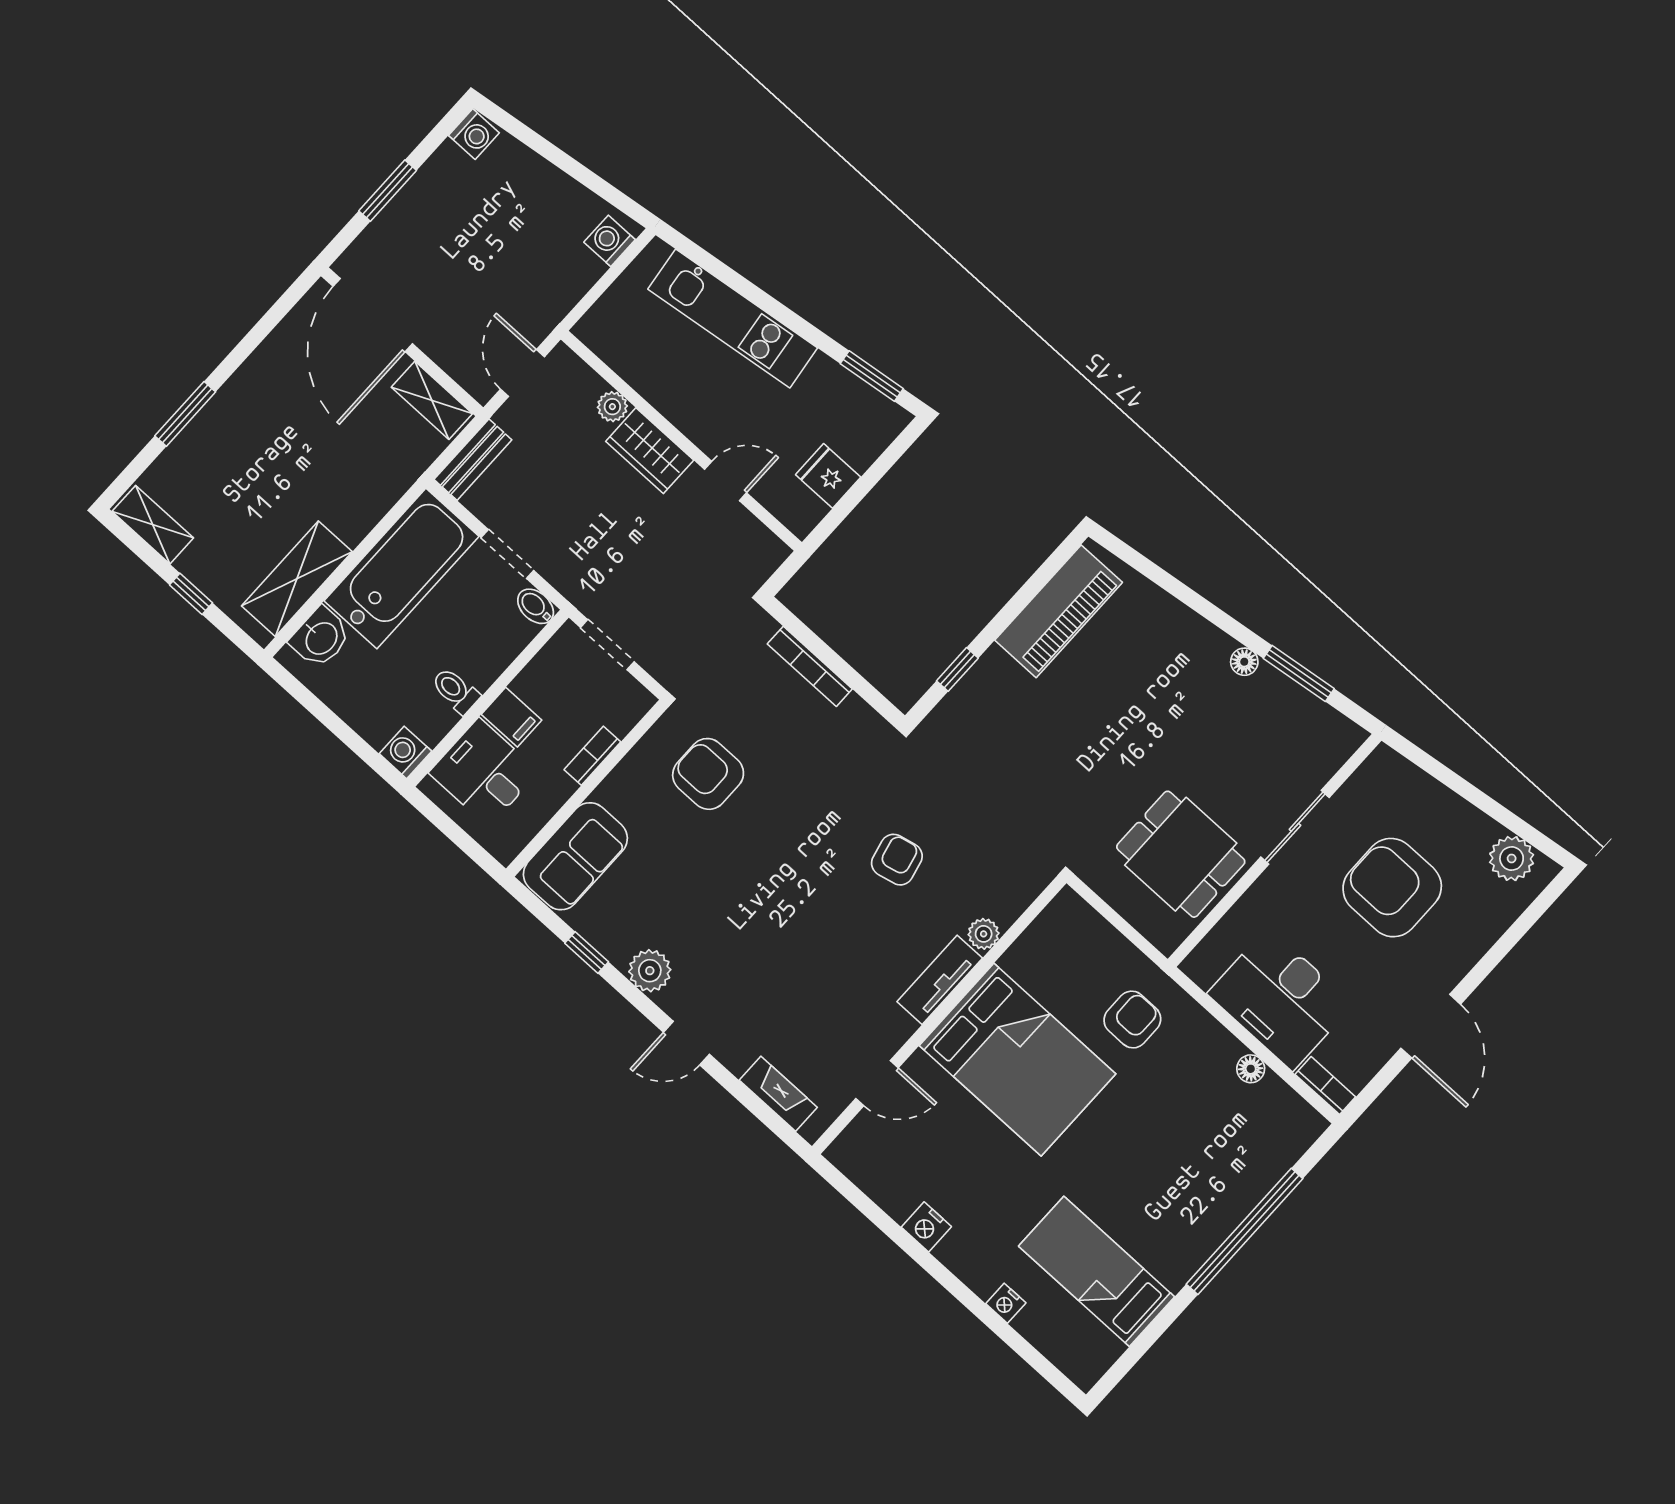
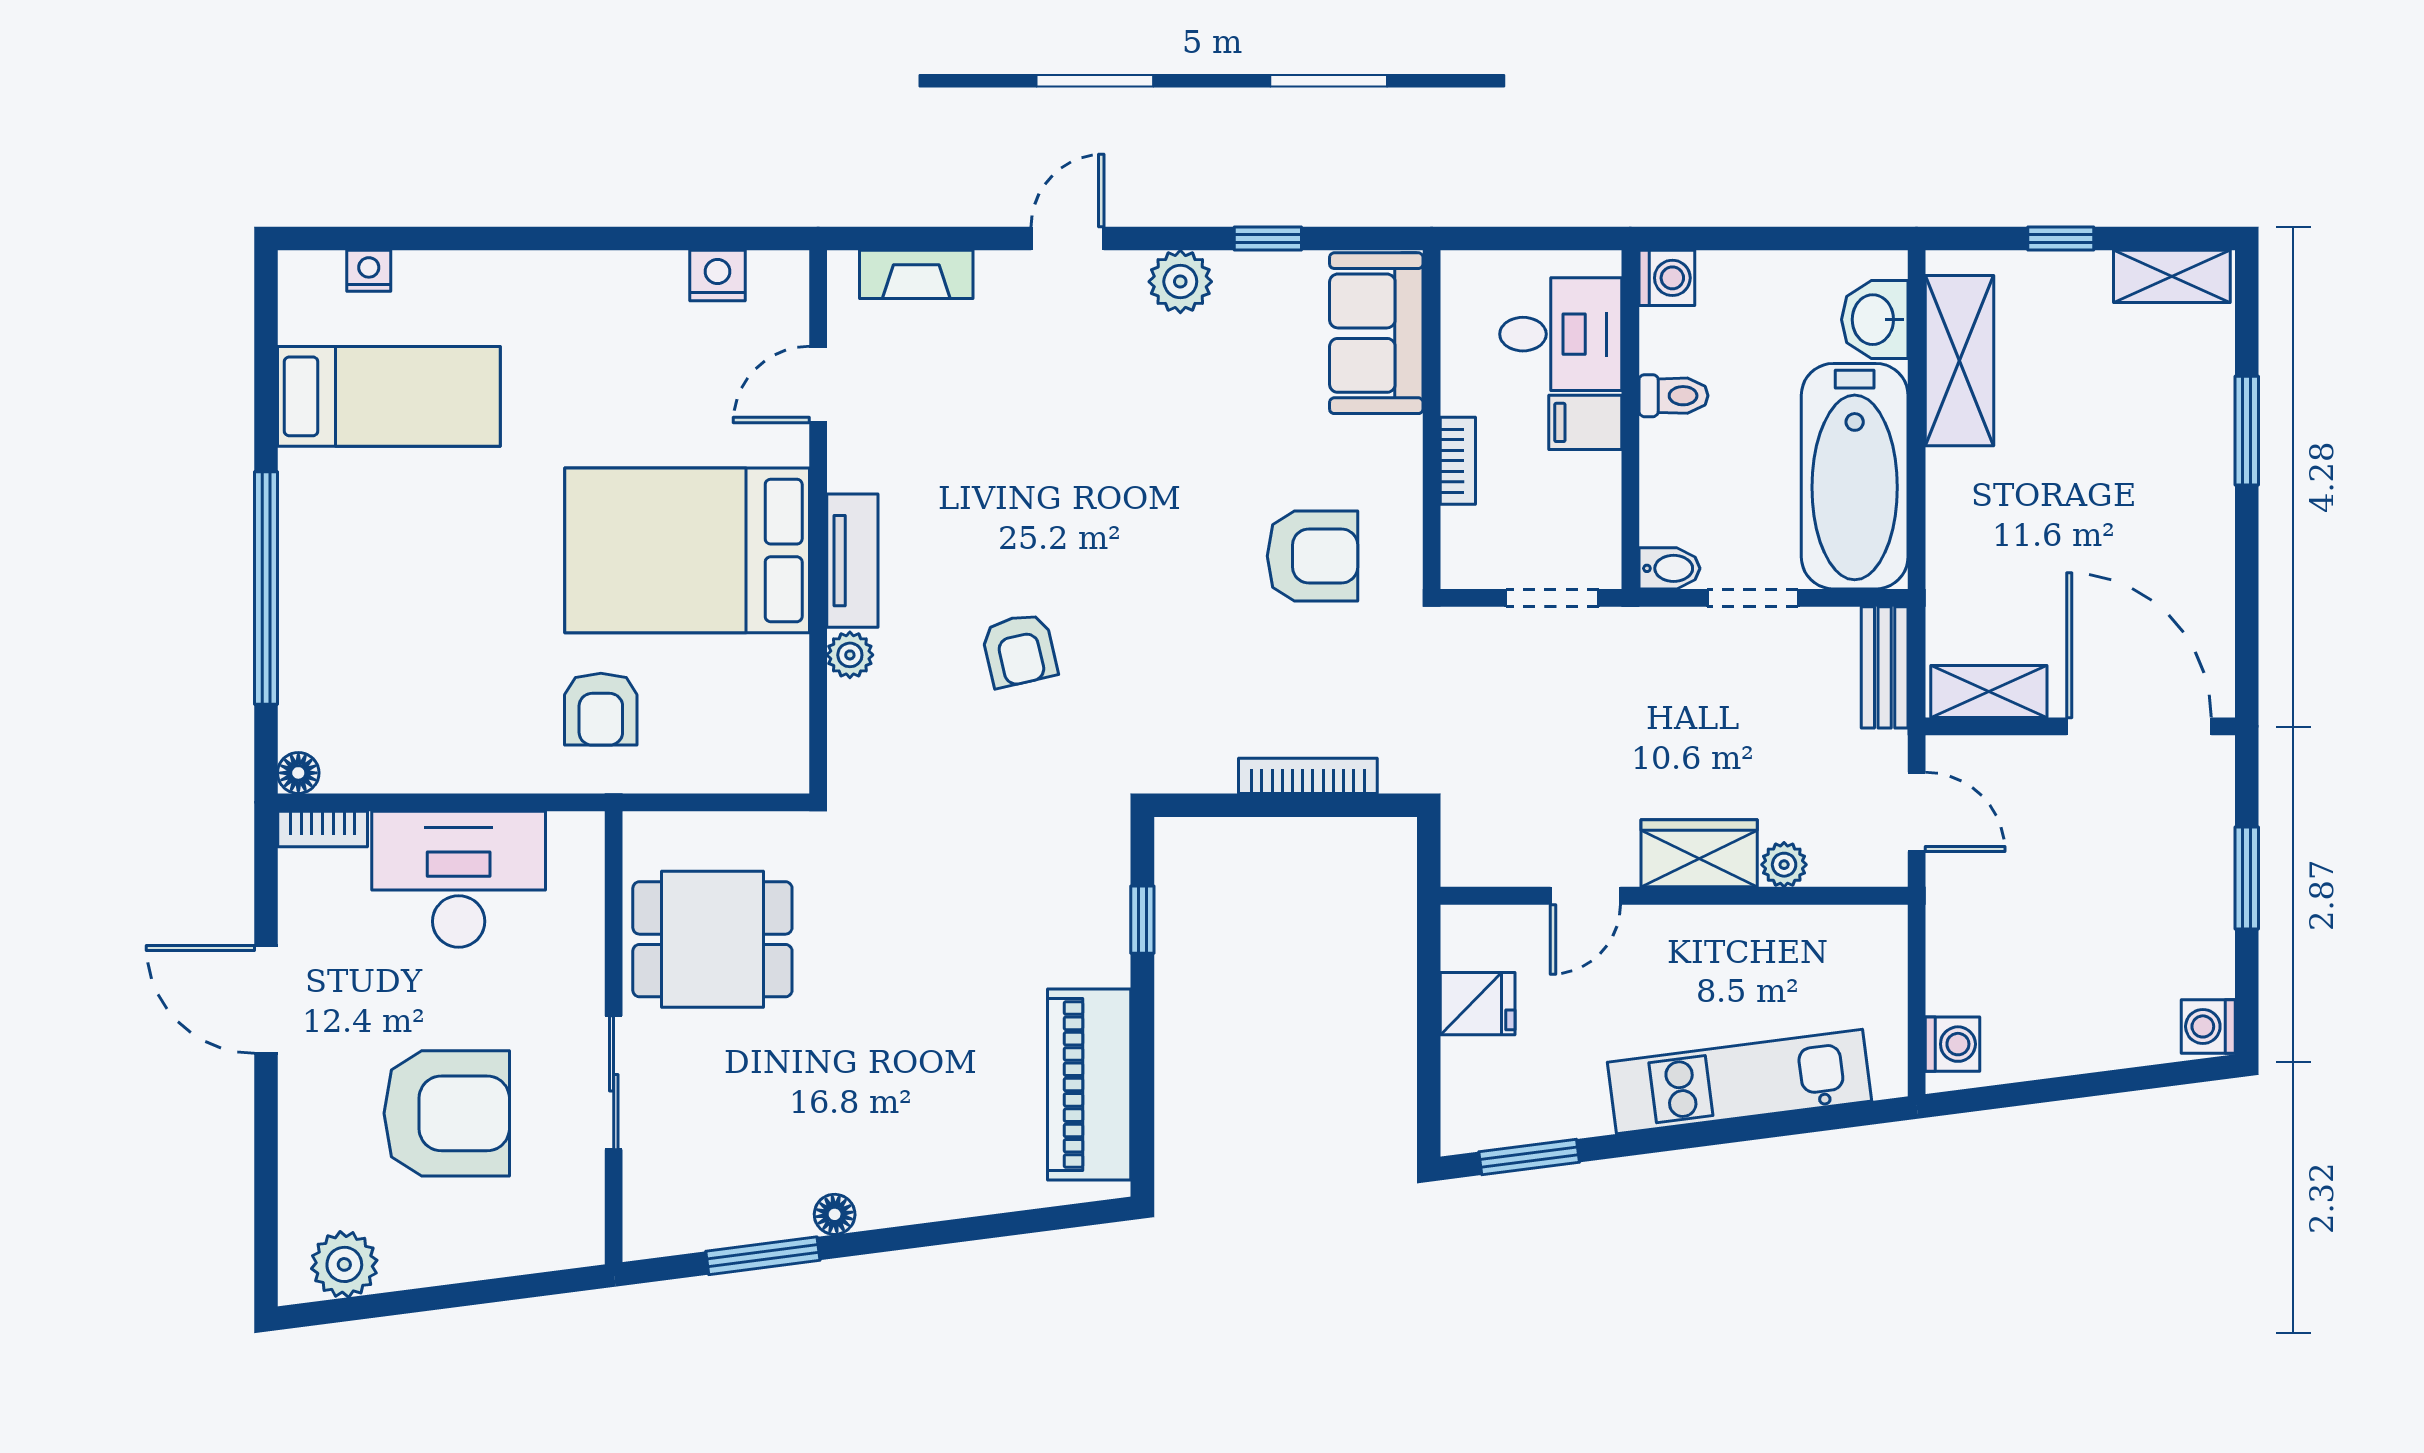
floor lamp: (1251, 1069) -> (298, 773), moved
nightstand: (926, 1227) -> (717, 276), moved
nightstand: (1006, 1303) -> (369, 271), moved

